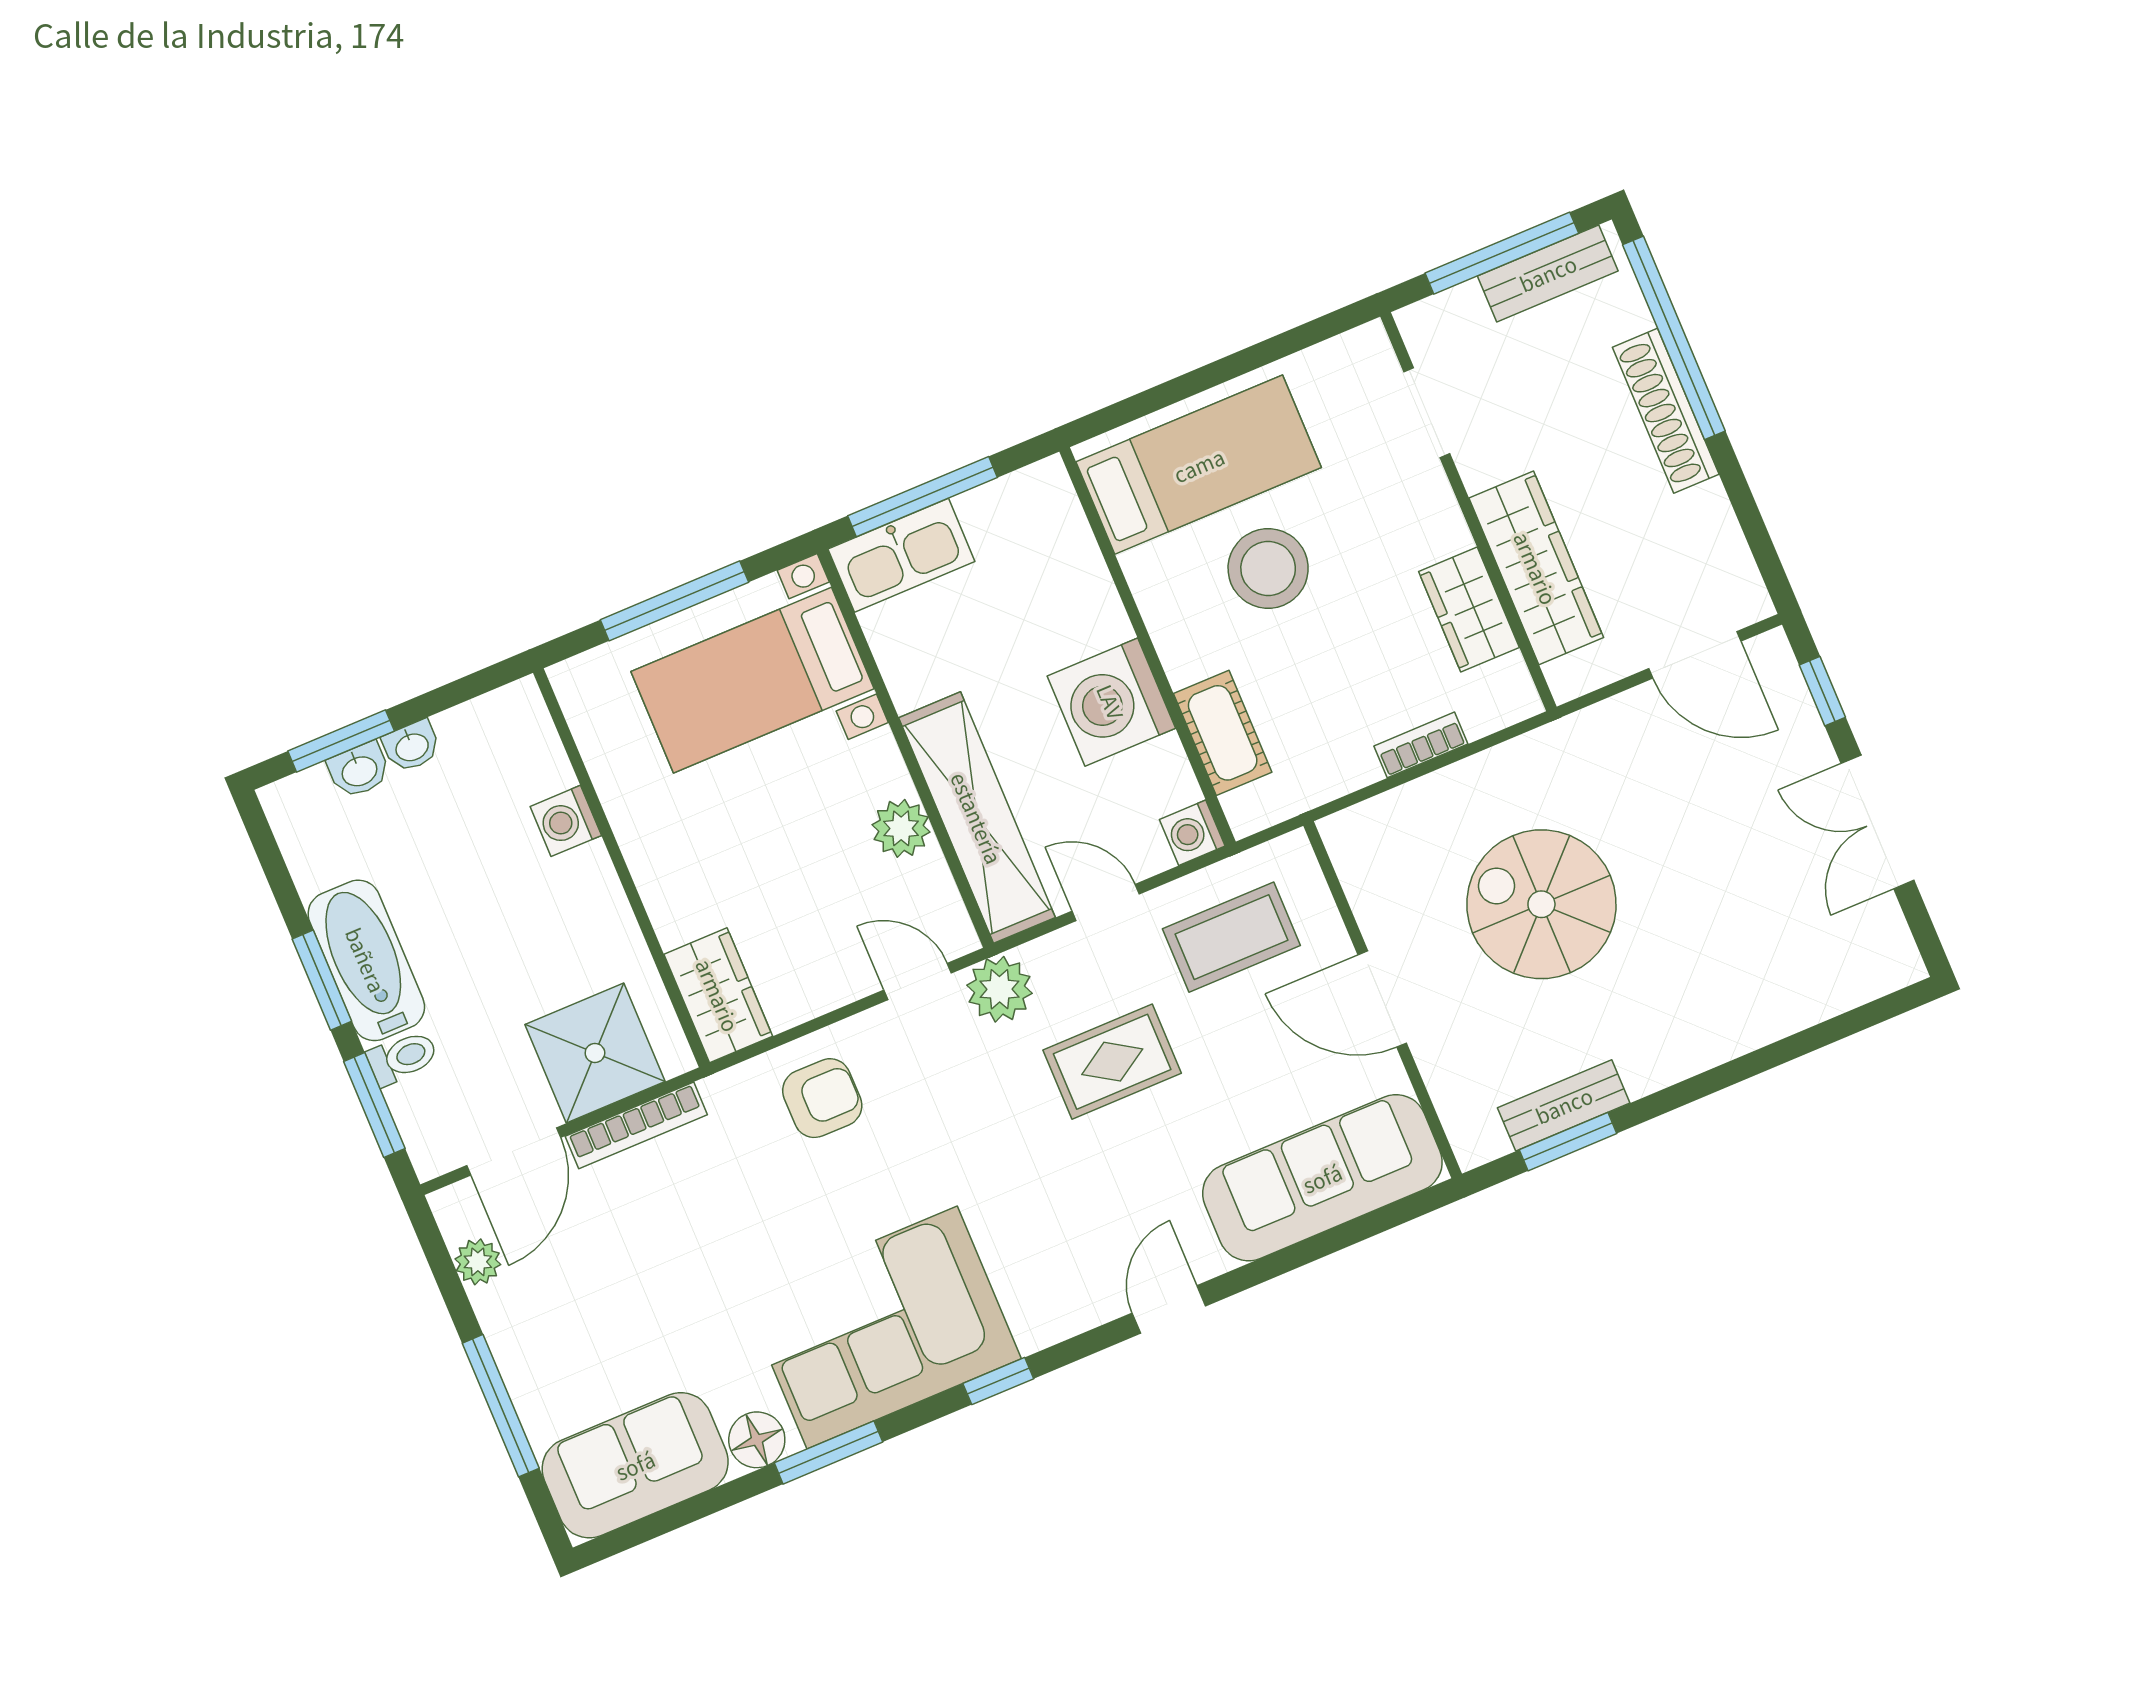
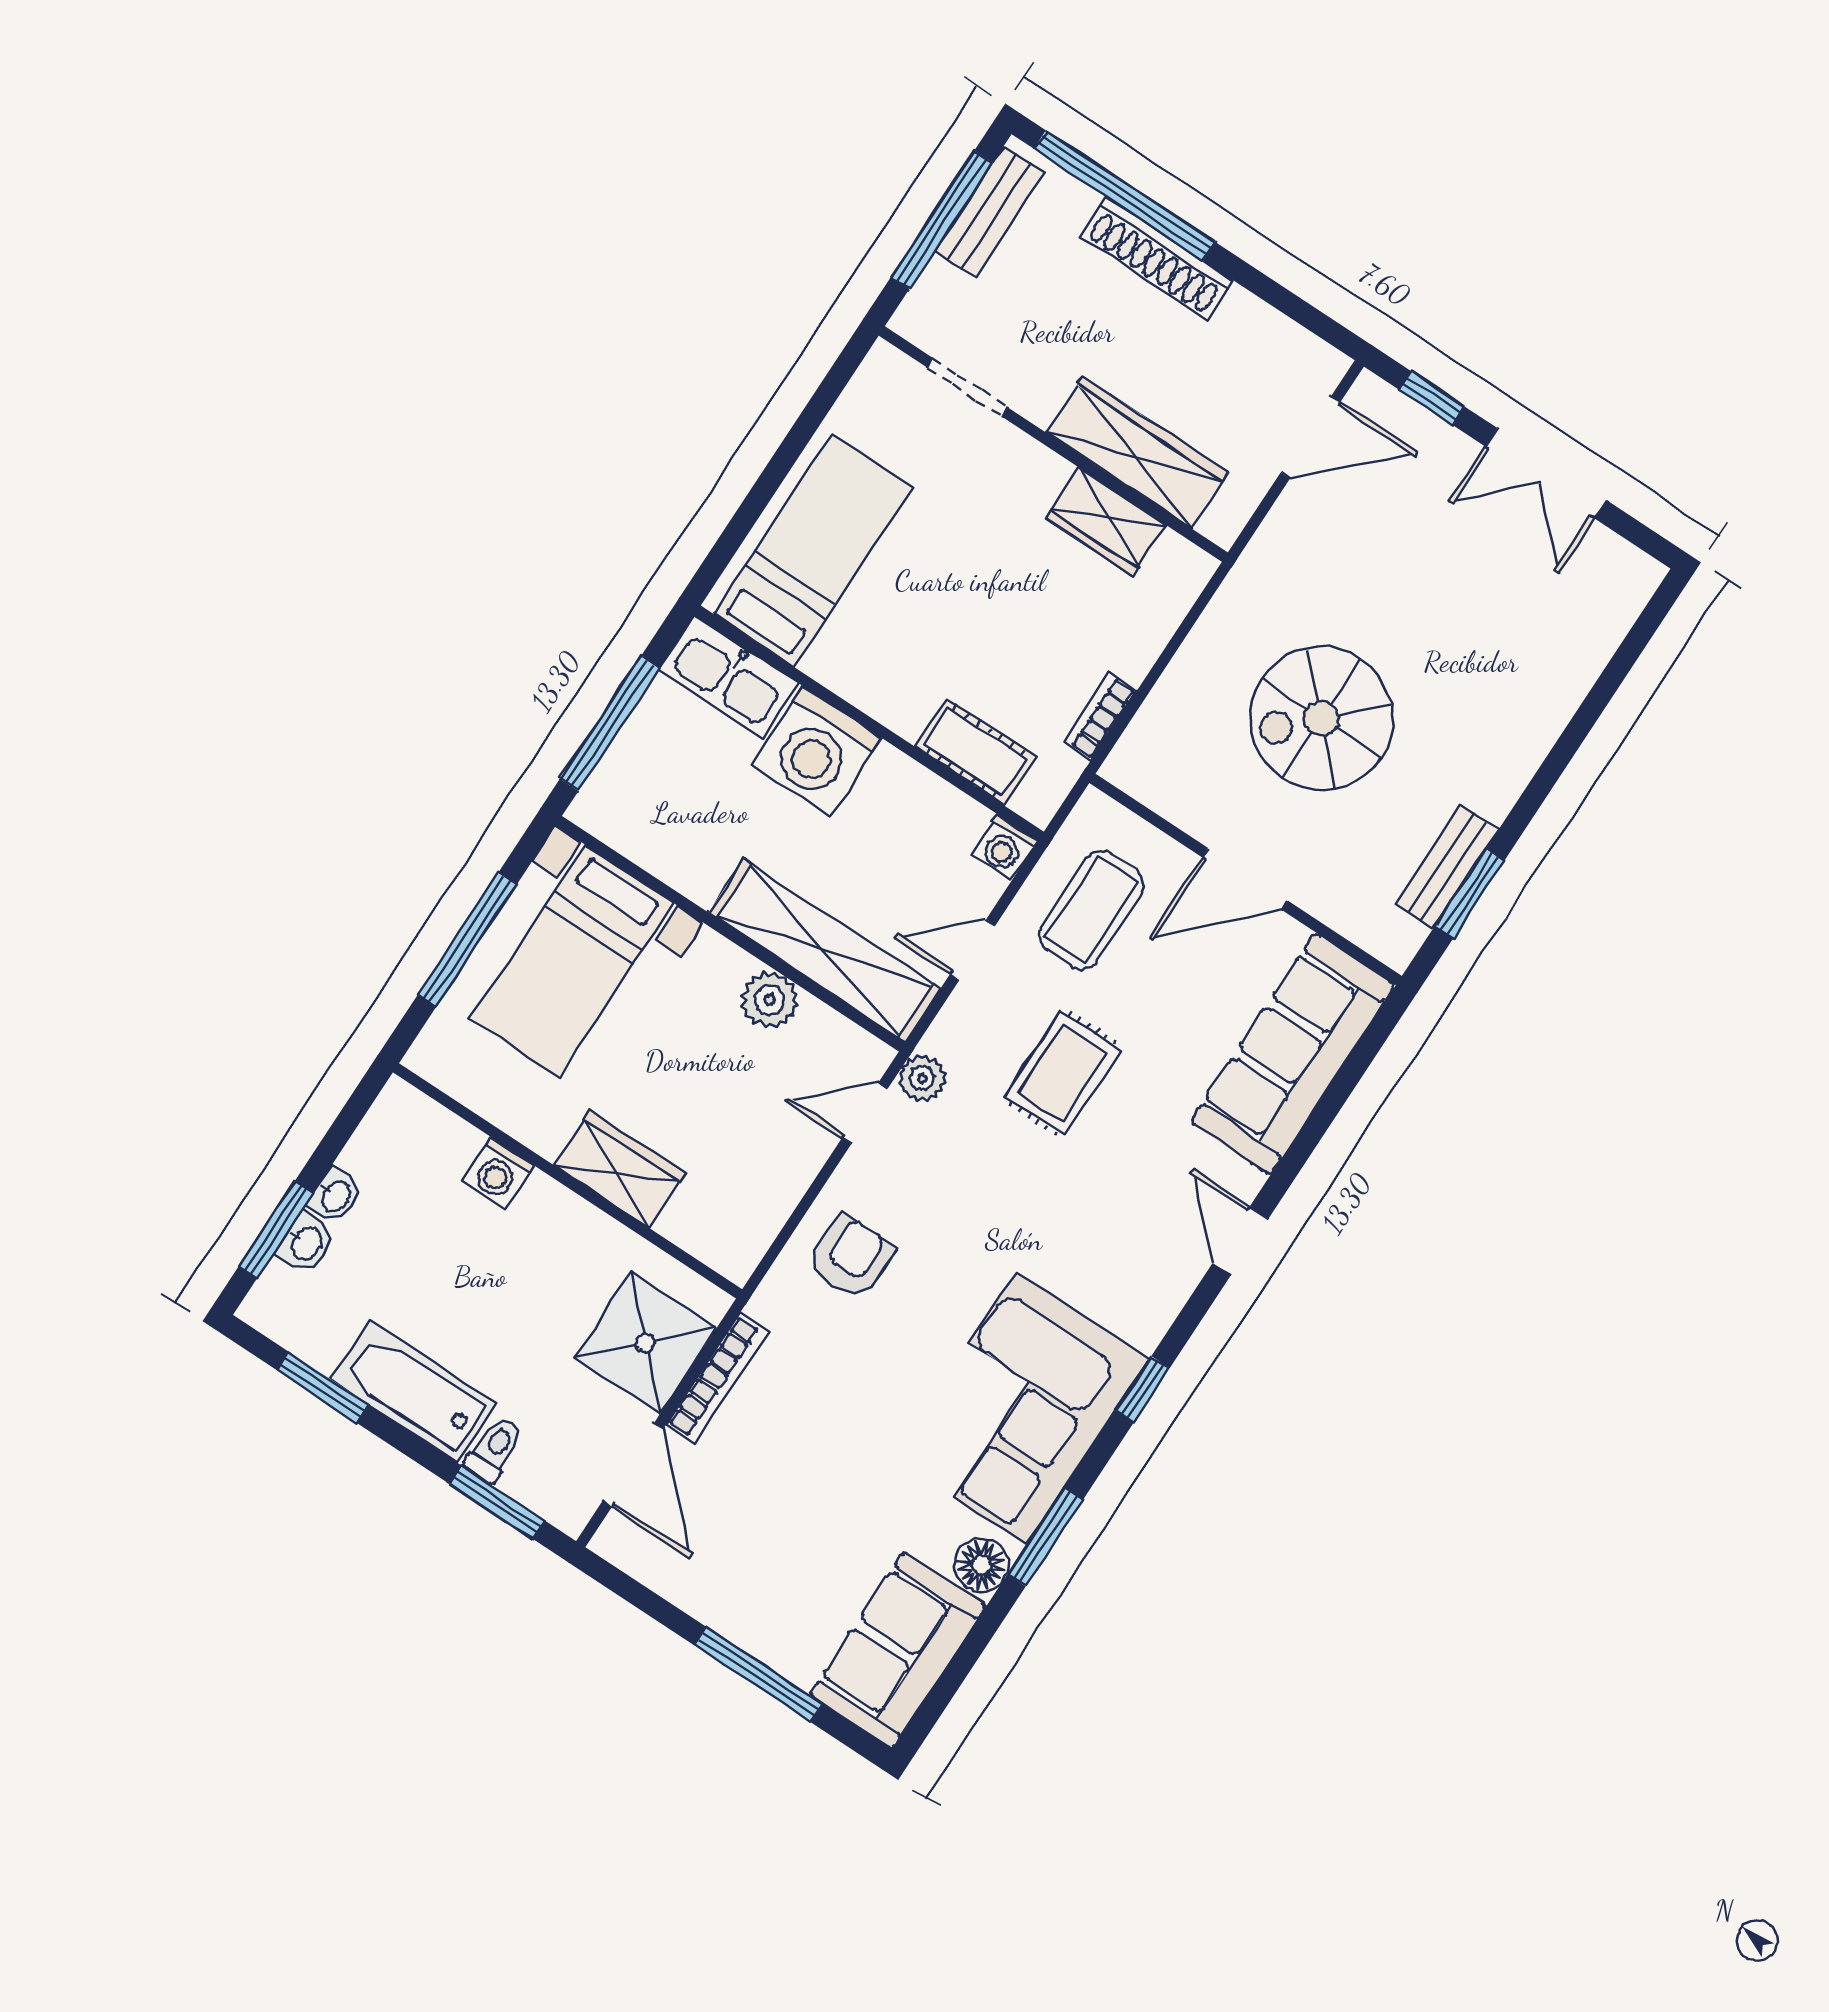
kitchen sink: (901, 555) -> (729, 677), moved, turned 90
stool: (1268, 568) -> (924, 596), removed
washing machine: (1111, 702) -> (816, 751), moved
bookcase: (1421, 745) -> (1100, 716), moved
window: (322, 980) -> (323, 1387), moved
plant: (1000, 989) -> (922, 1078), width x0.73, depth x0.73
wardrobe: (718, 995) -> (619, 1169), moved
plant: (478, 1262) -> (663, 1572), removed

